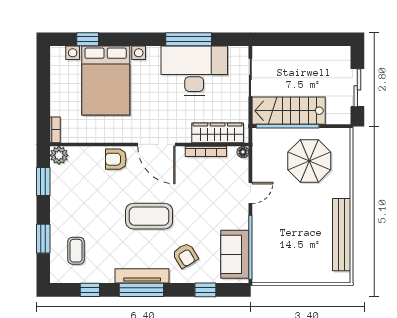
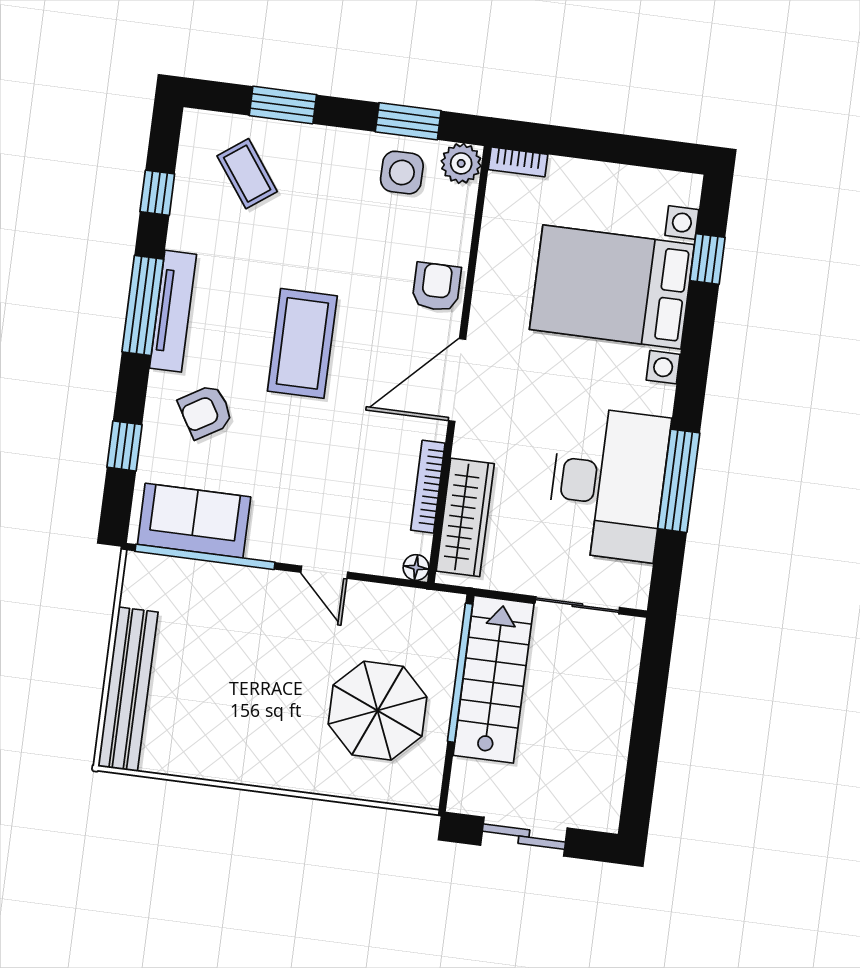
side table: (67, 181) -> (402, 173), added
bench: (342, 235) -> (128, 689), moved, turned 90
coffee table: (76, 251) -> (247, 174), turned 54

